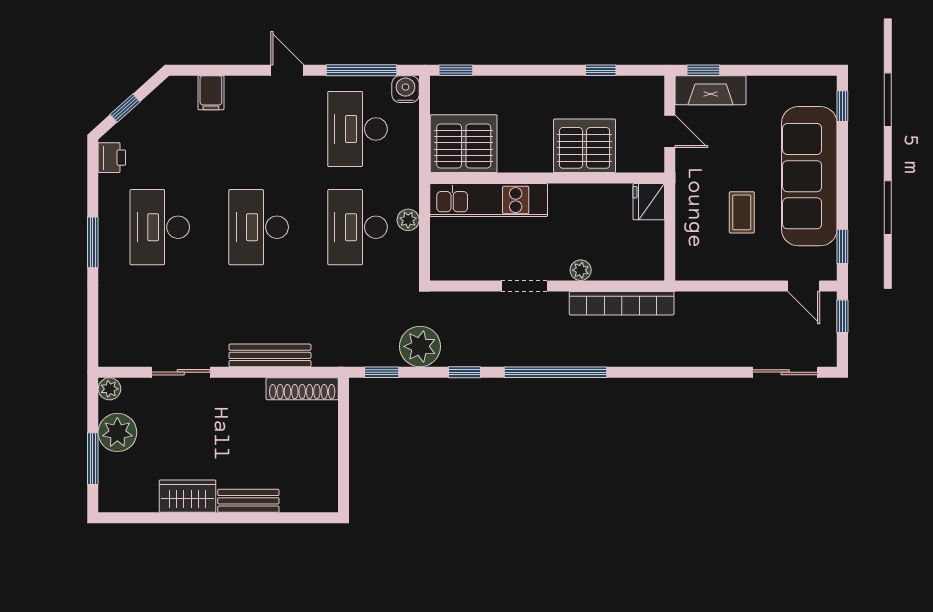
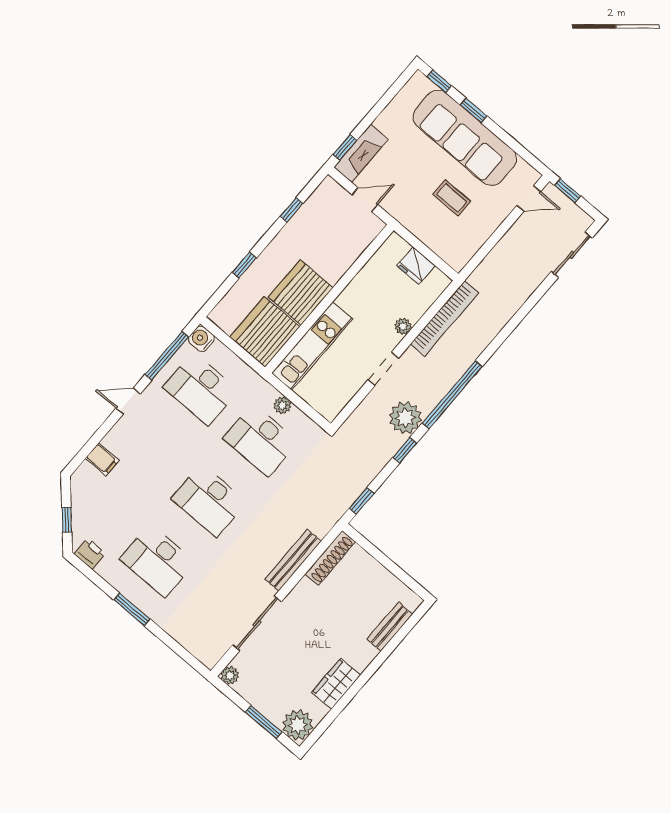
window: (456, 70) -> (244, 265), moved
server rack: (585, 146) -> (301, 292), moved
fridge: (649, 202) -> (416, 266), moved
window: (842, 246) -> (474, 111), moved
plant: (420, 346) -> (405, 418), moved
sliding door: (181, 372) -> (257, 623), width x1.37
plant: (117, 432) -> (298, 725), moved
bench: (248, 501) -> (390, 627), moved

